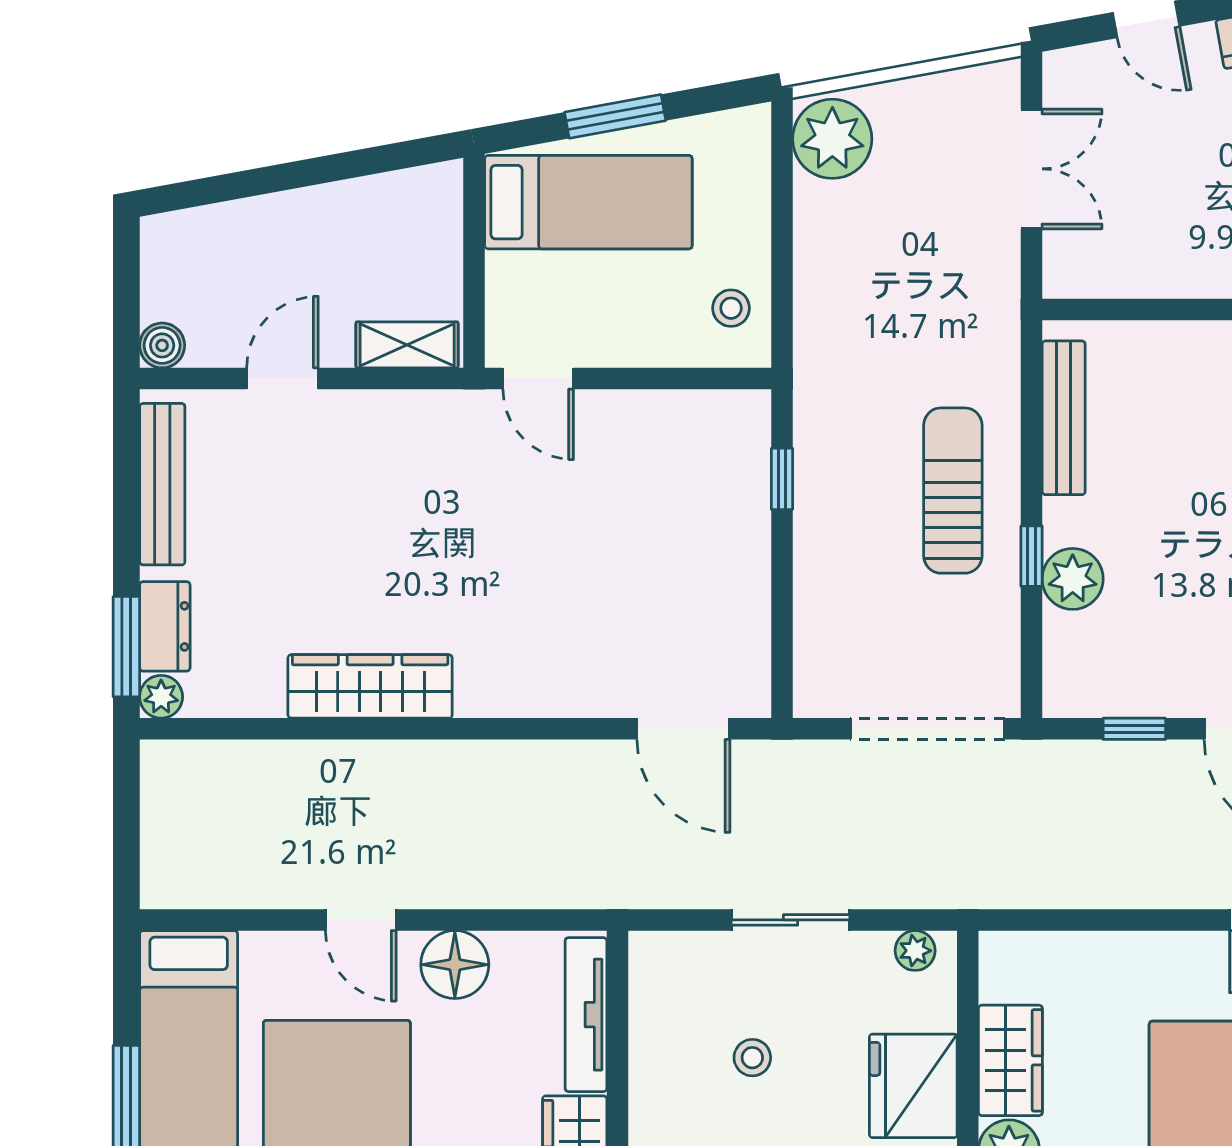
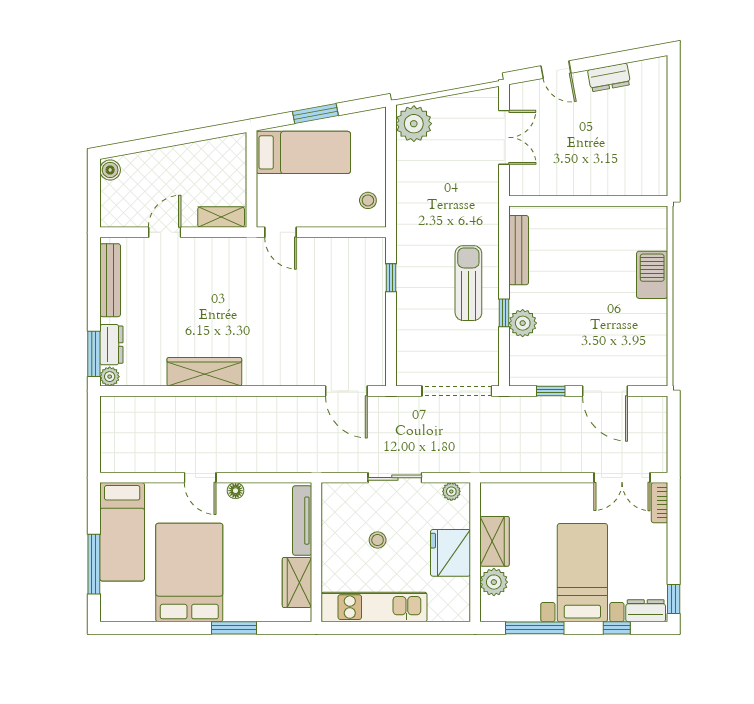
boiler: (162, 345) -> (110, 170), moved
floor lamp: (455, 965) -> (236, 491), width x0.53, depth x0.53

